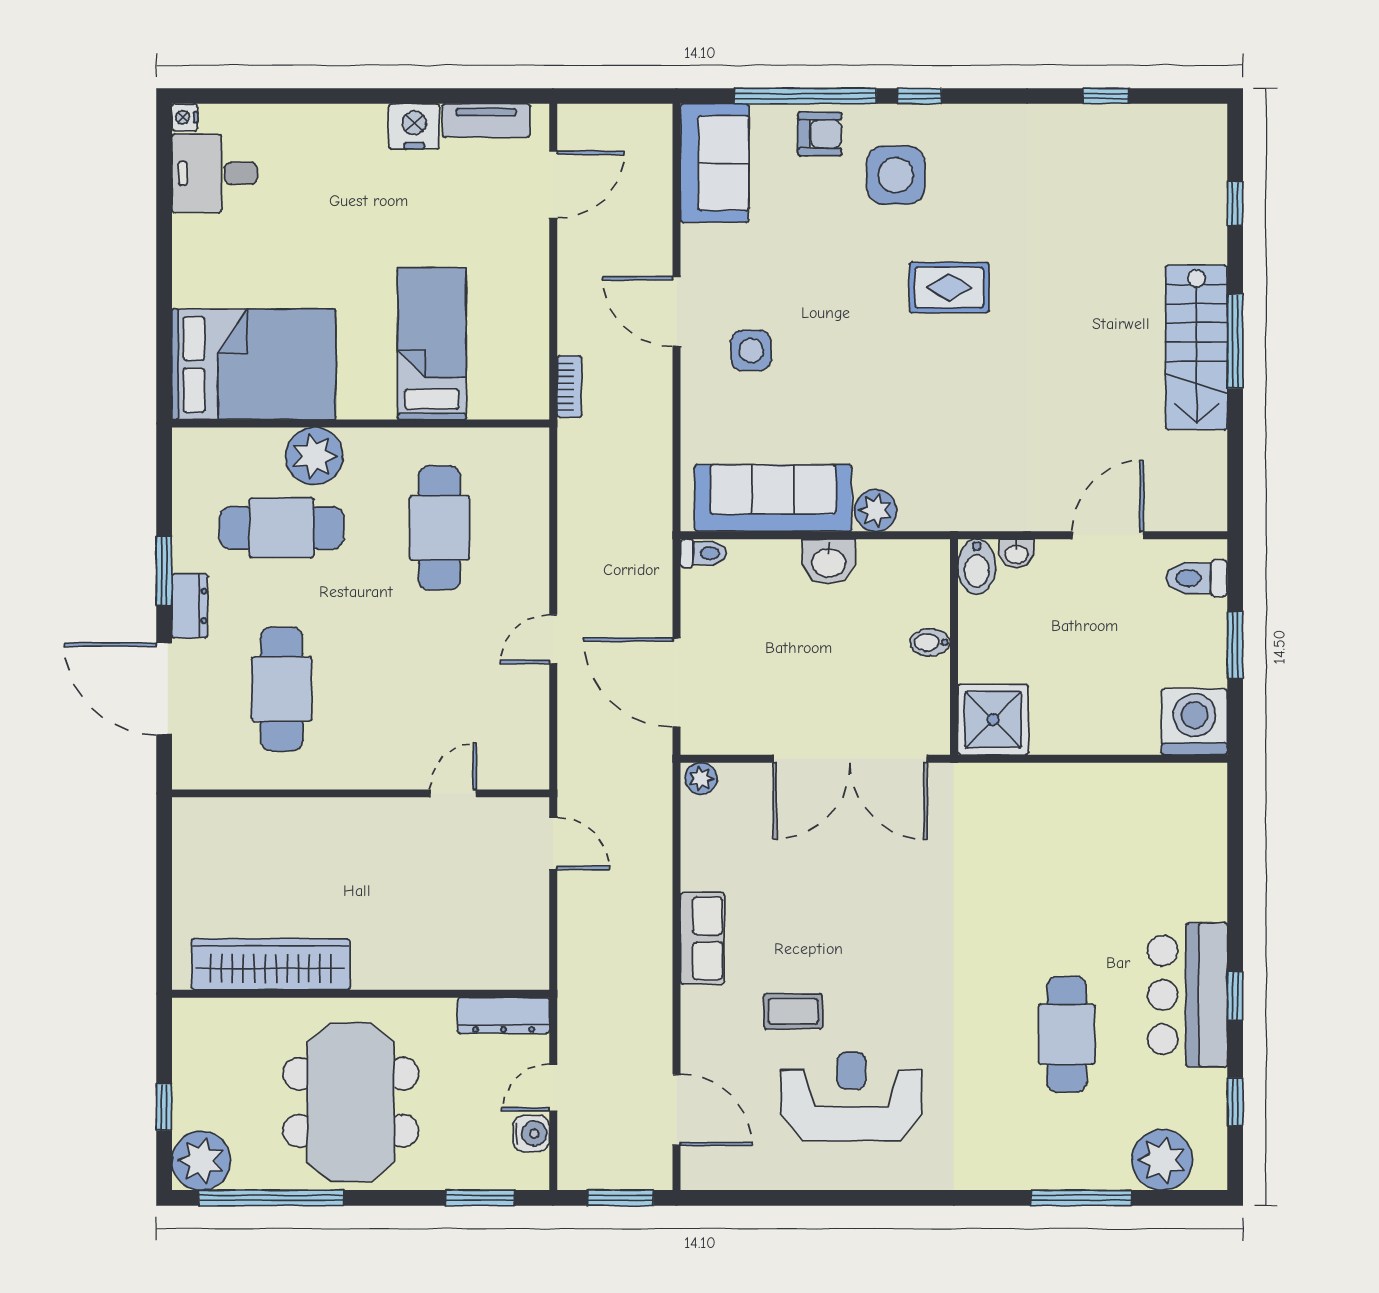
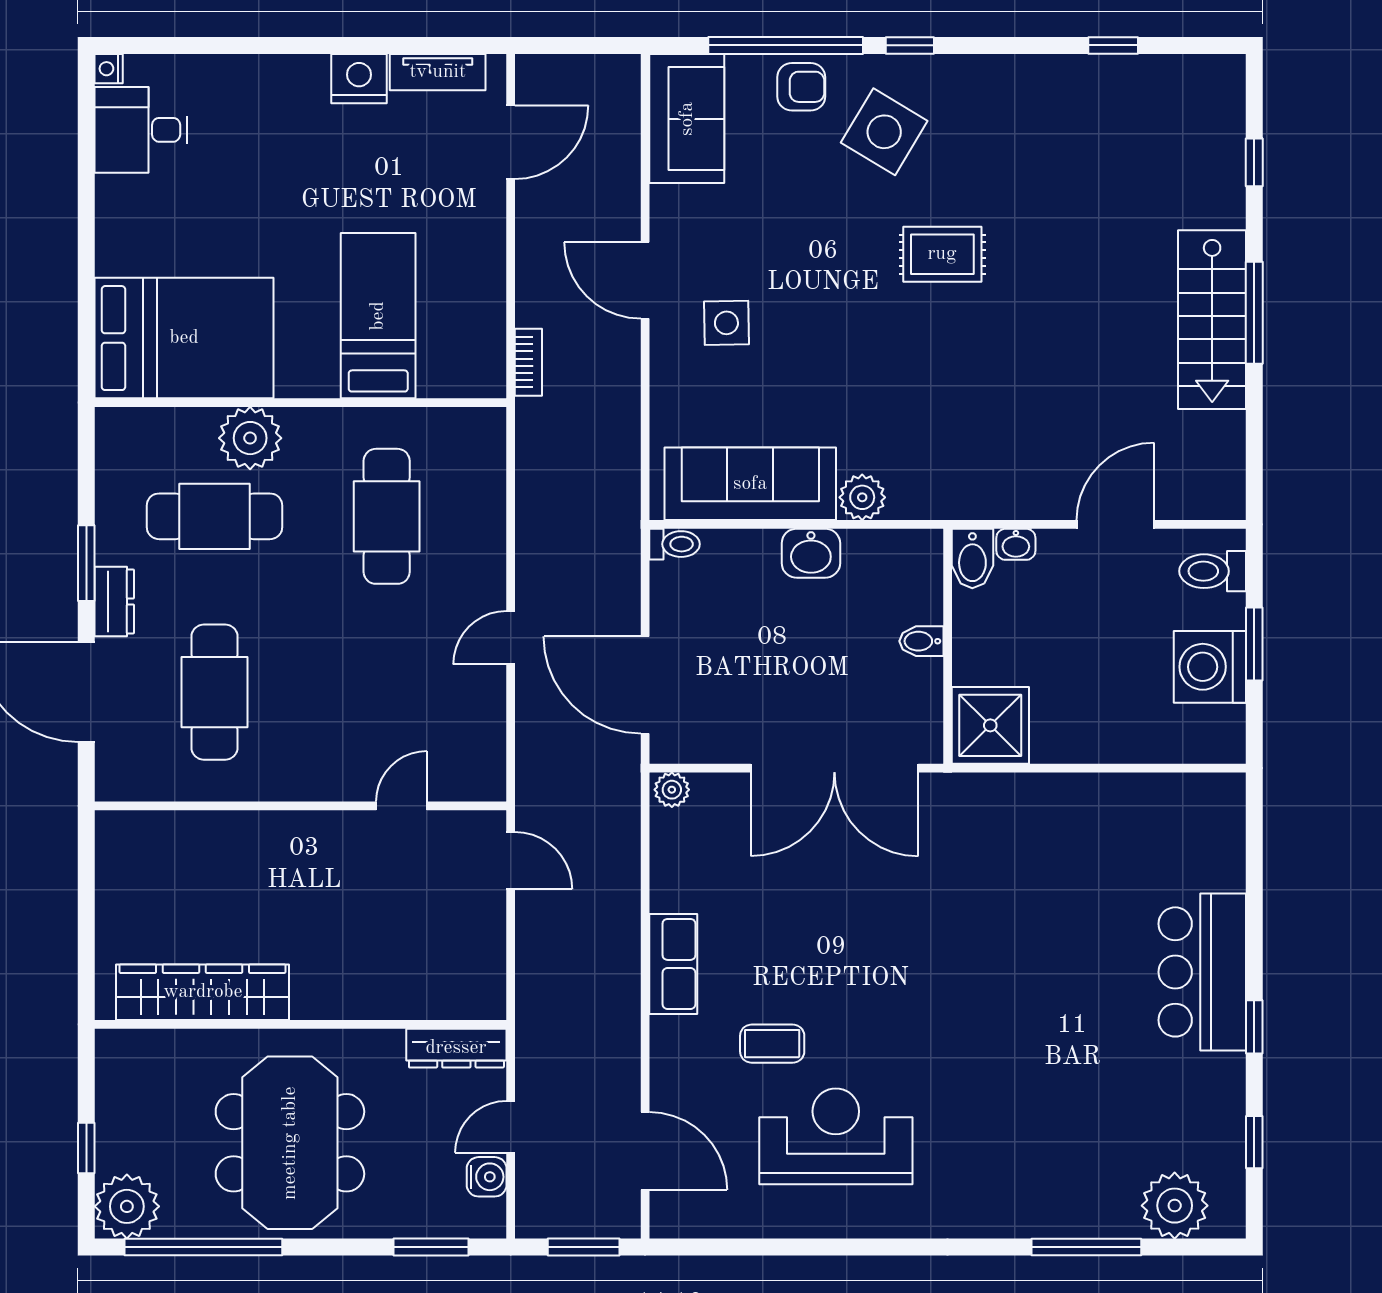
side table: (896, 175) -> (884, 132), turned 31
washing machine: (1194, 722) -> (1210, 667), moved, turned -90
bar counter: (1187, 995) -> (1202, 972), moved
cafe table: (1067, 1034) -> (1071, 1069), removed

